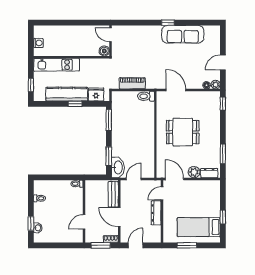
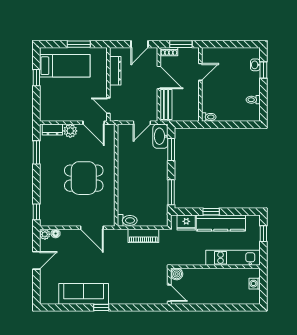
door: (162, 193) -> (108, 106), swing flipped
dresser: (156, 213) -> (115, 71), moved

